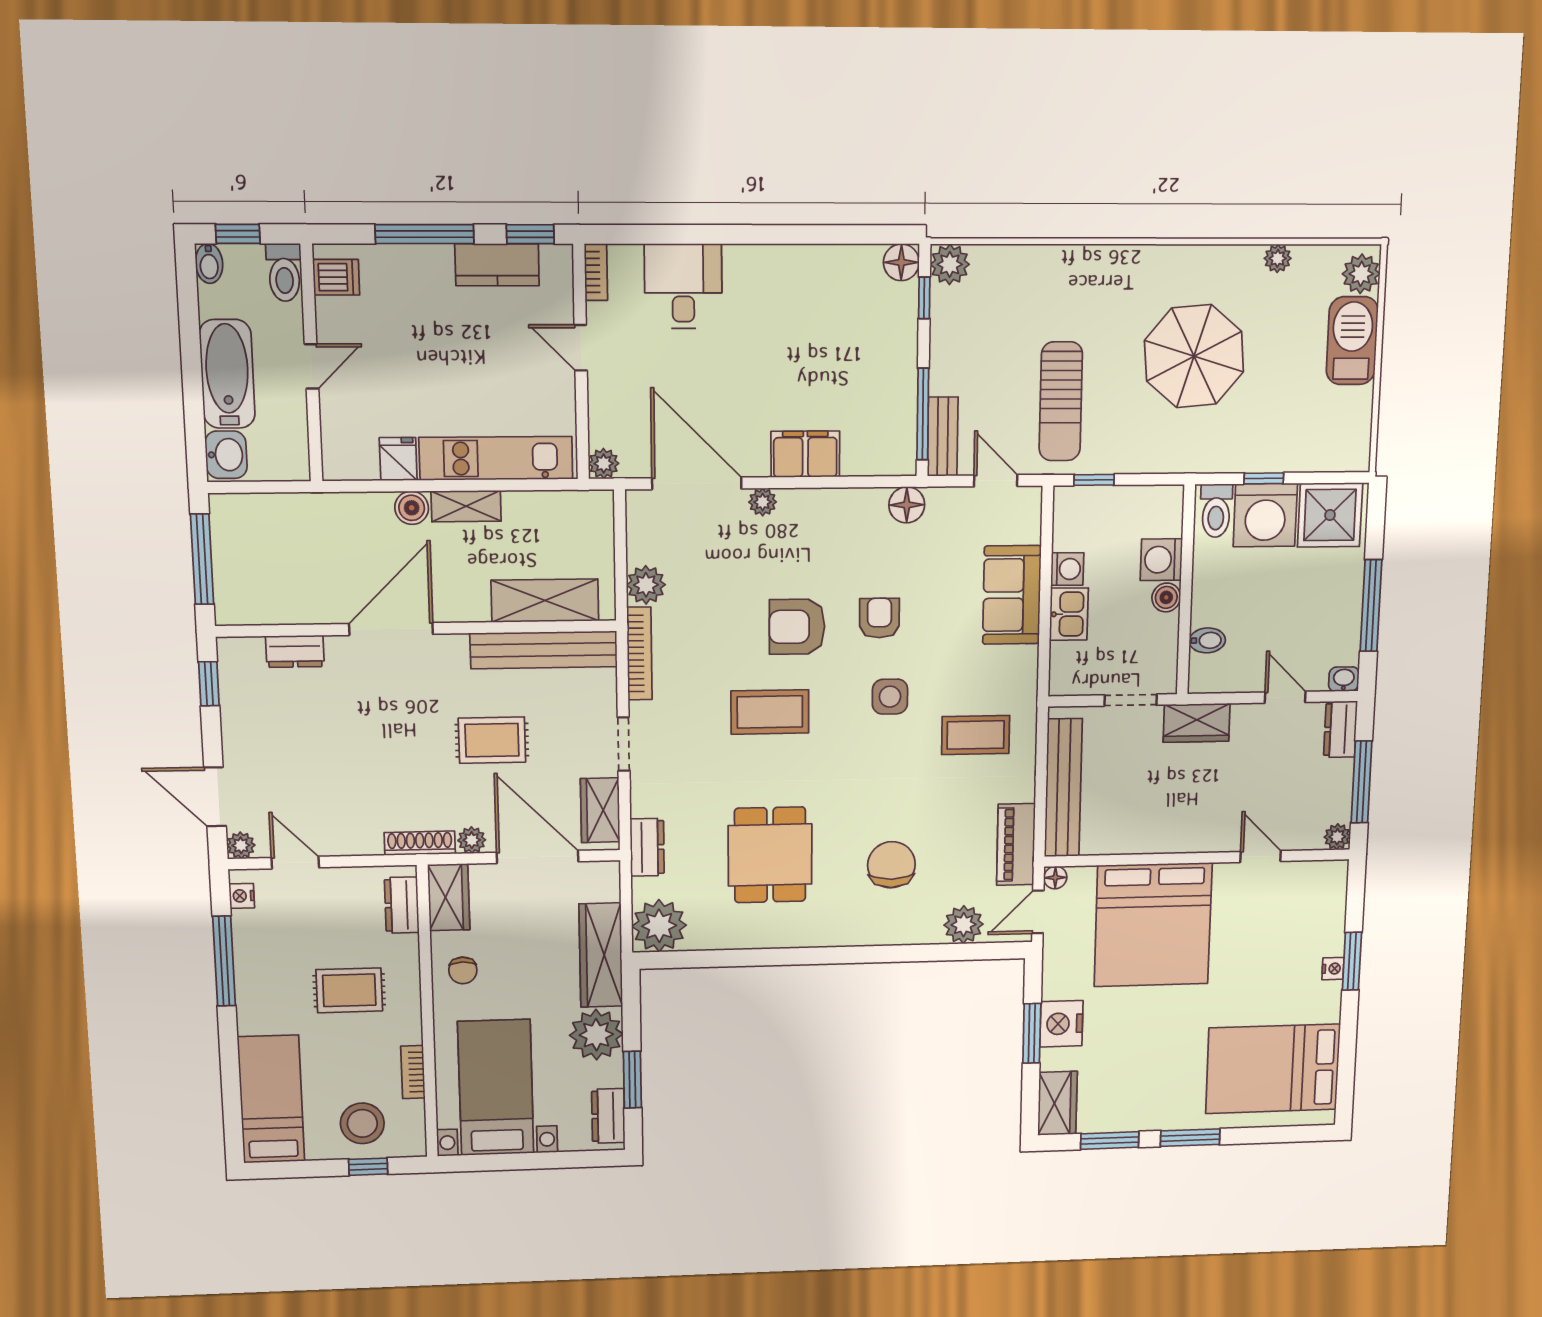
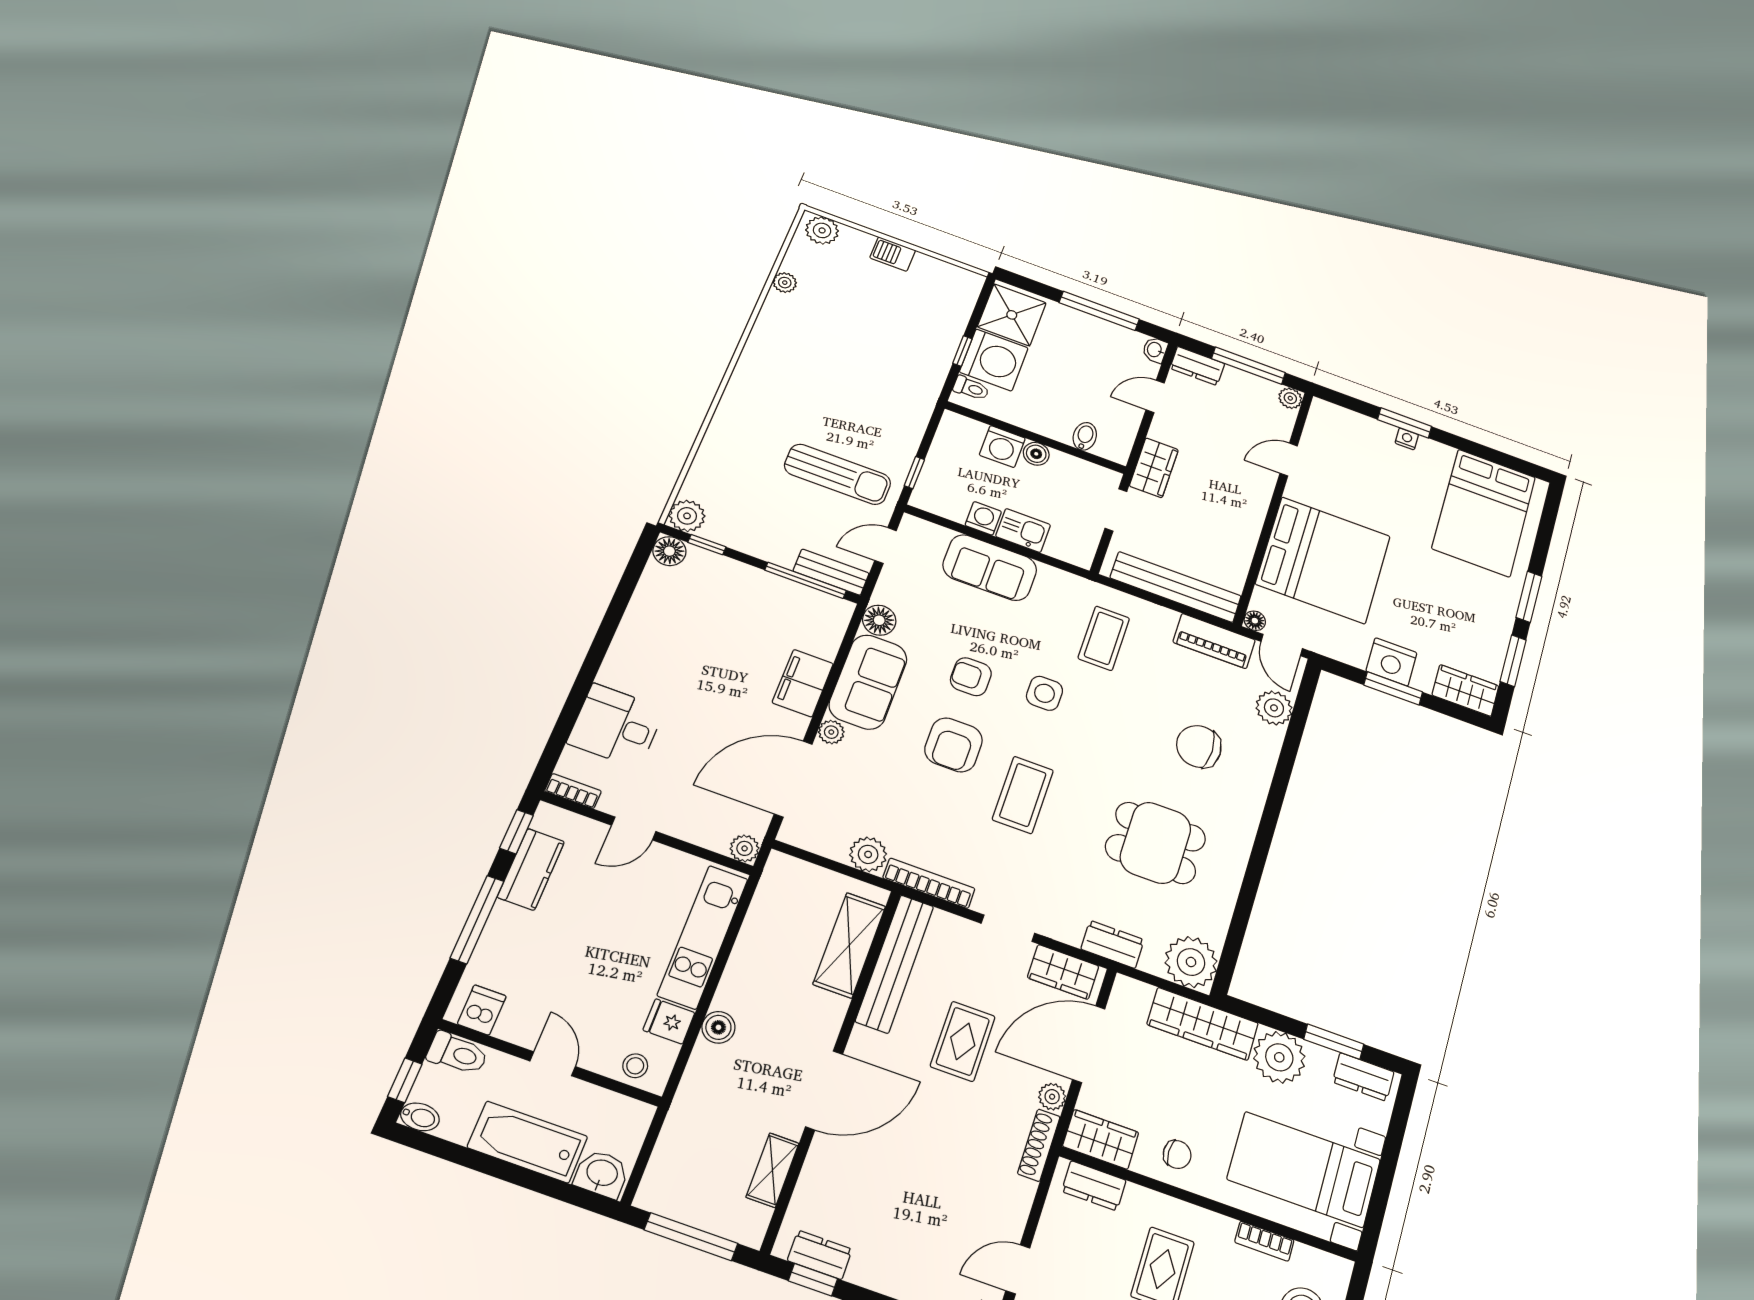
barbecue: (1352, 341) -> (893, 254), width x0.53, depth x0.65
parasol: (1194, 356) -> (840, 366), removed
stool: (342, 444) -> (635, 1066), added
shelving: (466, 506) -> (773, 1170), moved
toilet: (1216, 511) -> (971, 388), width x0.73, depth x0.72
sofa: (833, 518) -> (868, 682), added
door: (391, 629) -> (824, 1090), swing flipped
dresser: (295, 651) -> (820, 1255), moved, turned -90

